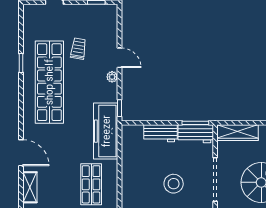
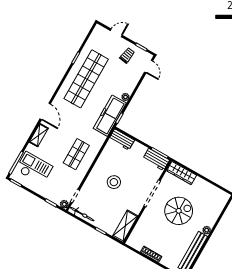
trolley: (78, 49) -> (127, 55), moved
door: (120, 58) -> (149, 67), moved
freezer: (106, 131) -> (110, 116), moved
workbench: (160, 133) -> (122, 140), moved
stool: (174, 184) -> (114, 182), moved

